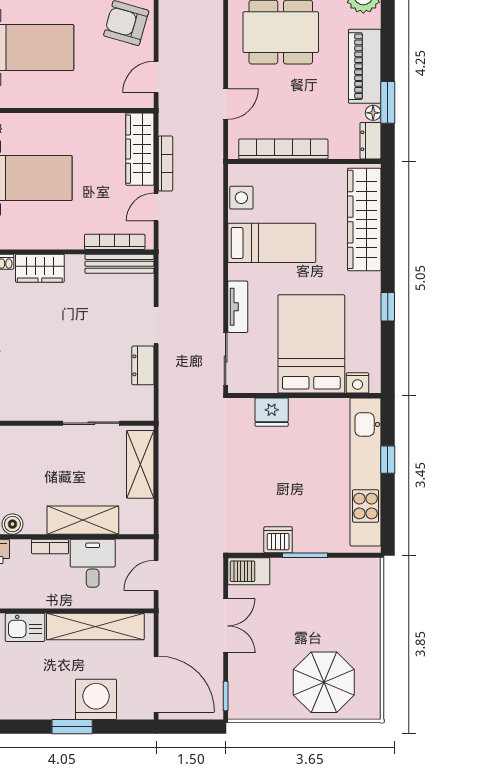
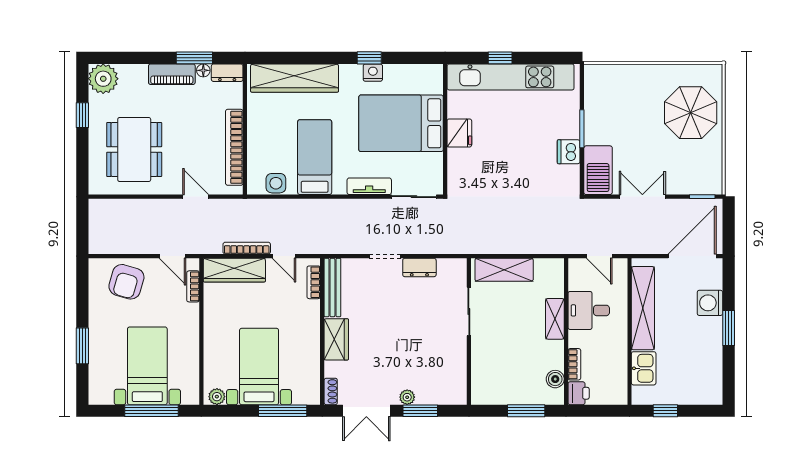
piano: (365, 66) -> (172, 74), width x0.73, depth x0.75
bookcase: (121, 101) -> (193, 286), added
bookcase: (115, 242) -> (314, 282), width x0.64
wardrobe: (40, 268) -> (336, 339), moved
nightstand: (358, 383) -> (373, 73), moved, turned -90
fridge: (272, 412) -> (459, 133), moved
shelving: (83, 520) -> (555, 319), width x0.67, depth x0.75
bookcase: (50, 546) -> (574, 364), moved
barbecue: (249, 571) -> (598, 170), width x1.37, depth x1.21
washing machine: (96, 699) -> (710, 303), width x0.73, depth x0.73

